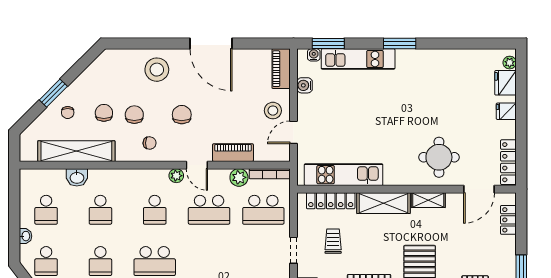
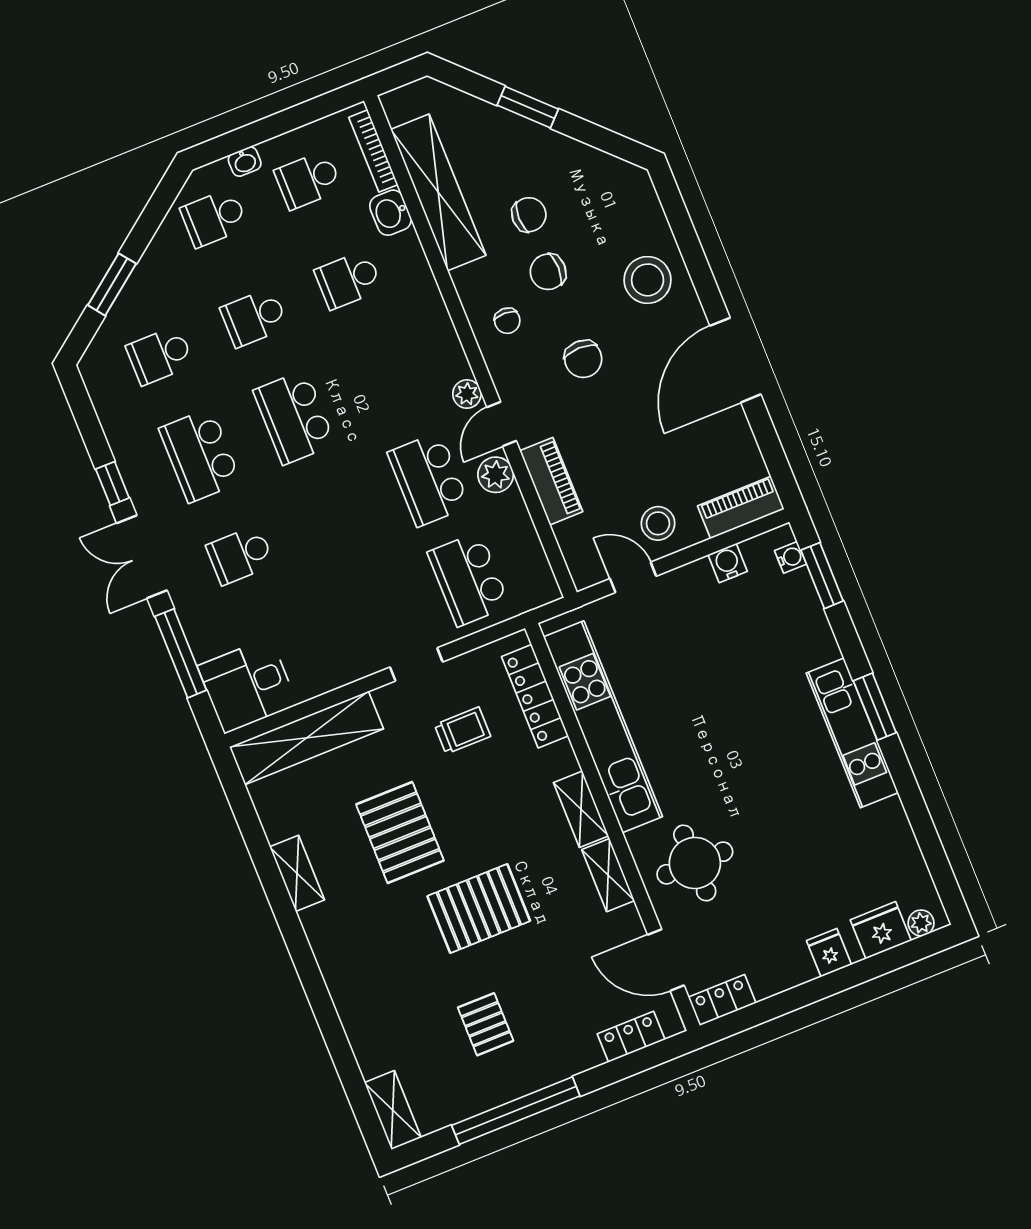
kitchen unit: (358, 59) -> (852, 733), moved
chair: (68, 113) -> (503, 148), removed
chair: (134, 115) -> (548, 272), turned 180
chair: (182, 115) -> (583, 359), turned 90
locker: (508, 162) -> (722, 1000), width x0.66
bookcase: (270, 174) -> (373, 151), moved
kitchen unit: (344, 175) -> (603, 727), width x1.36
plant: (239, 177) -> (496, 475), moved
shelving: (383, 203) -> (581, 809), width x0.67, depth x0.75
school desk: (155, 210) -> (388, 380), removed

